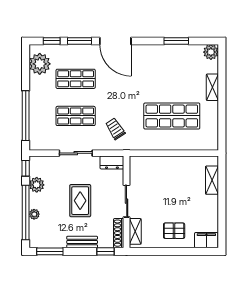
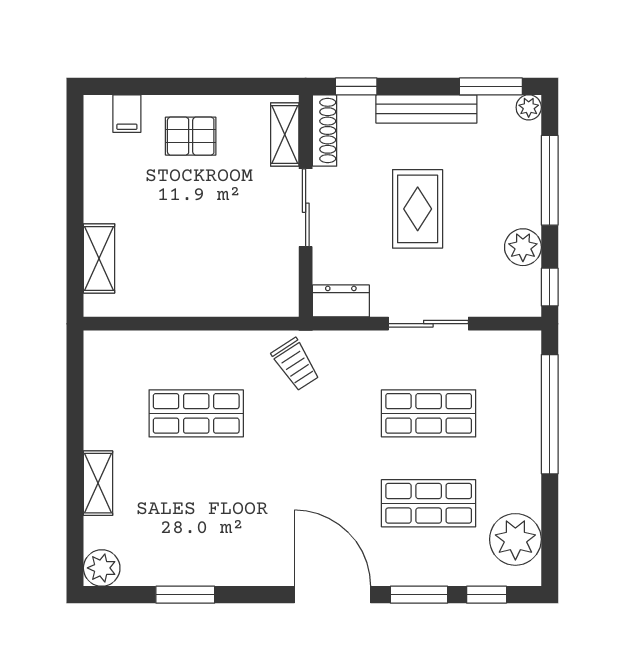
shop shelf: (172, 116) -> (196, 413), width x0.70, depth x0.74
trolley: (115, 129) -> (296, 364), moved
window: (26, 212) -> (550, 180), width x0.68
plant: (34, 214) -> (529, 107), moved
filing cabinet: (206, 240) -> (127, 114), width x0.50
bench: (82, 242) -> (426, 109), width x1.36

